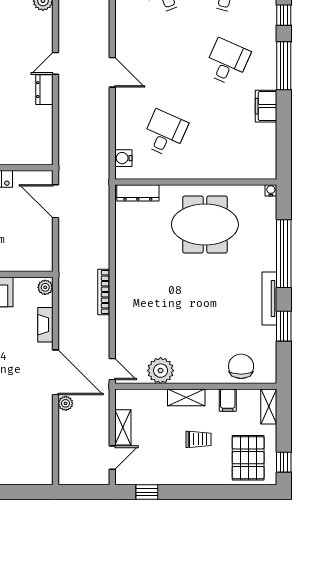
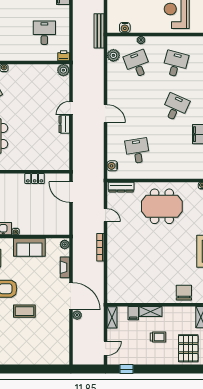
desk: (165, 133) -> (137, 151), turned -33
door: (112, 369) -> (106, 215), moved
plant: (161, 371) -> (135, 295), removed
filing cabinet: (228, 400) -> (133, 313), moved
shelving: (123, 427) -> (112, 317), moved

